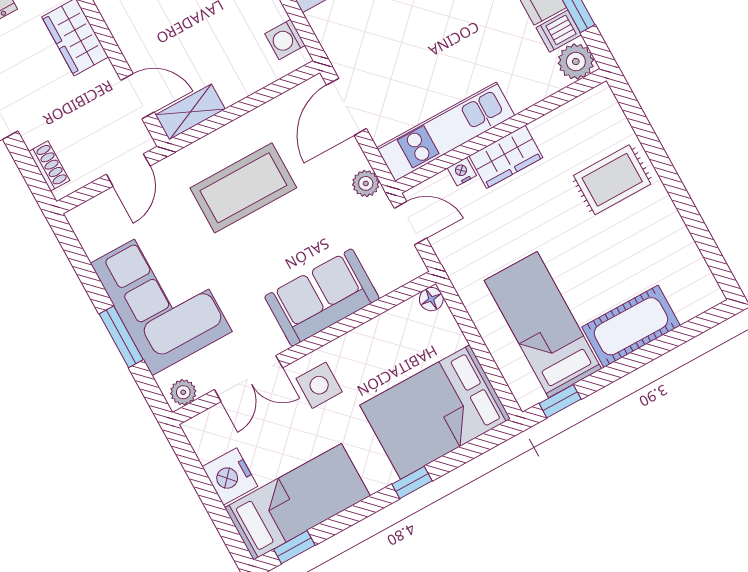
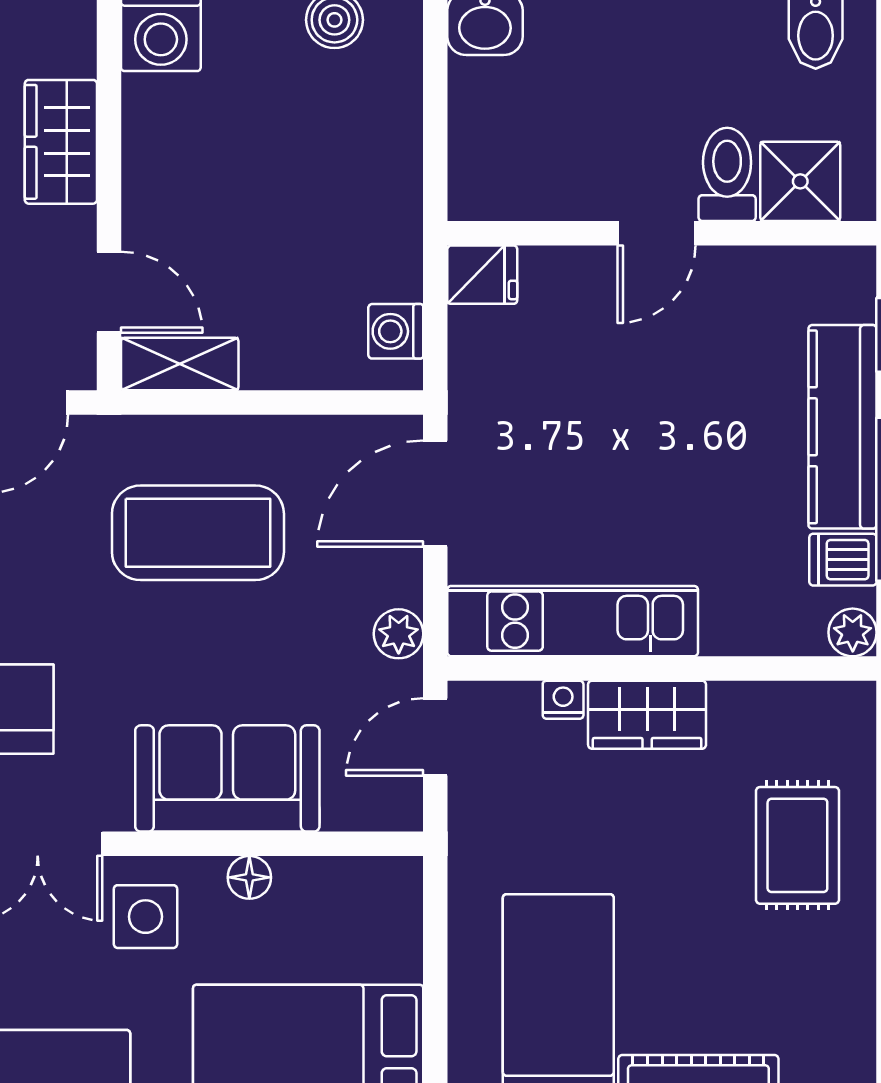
plant: (576, 62) -> (853, 632), width x0.73, depth x0.73
rug: (612, 180) -> (797, 845), turned 90
door: (410, 223) -> (435, 737), swing flipped
floor lamp: (431, 299) -> (249, 877), moved

